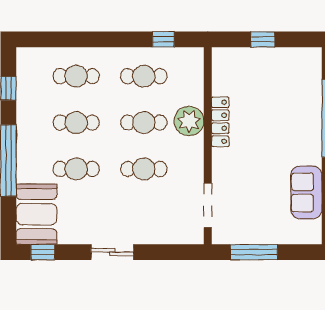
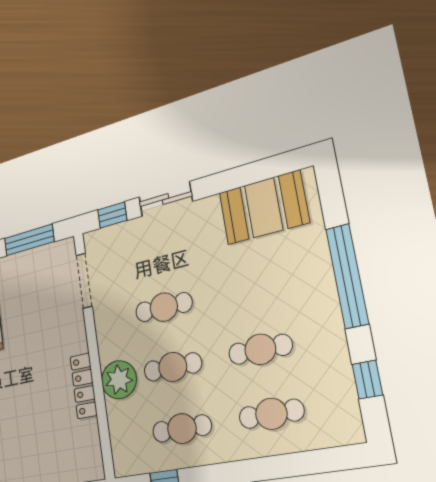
cafe table: (76, 169) -> (250, 287), removed
booth: (36, 214) -> (263, 208), moved, turned 90
window: (43, 252) -> (112, 215), moved
sliding door: (112, 252) -> (166, 199), moved

